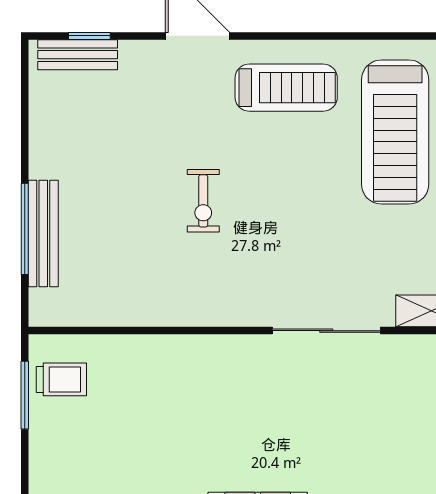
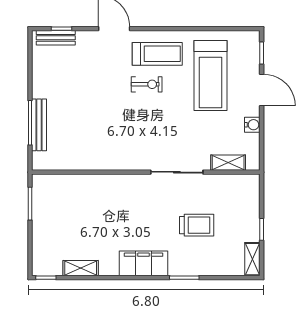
exercise bike: (203, 201) -> (147, 84), moved, turned -90
trolley: (61, 379) -> (197, 225), moved, width x1.36, depth x1.39

